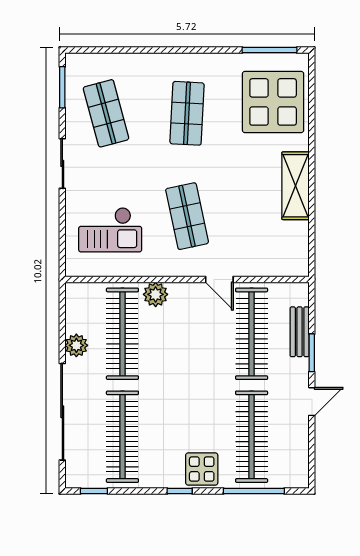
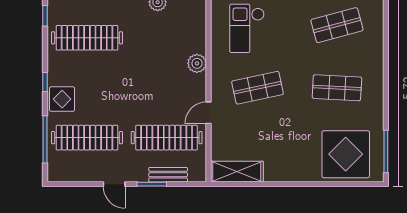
shelving: (296, 186) -> (237, 172), moved
clothes rail: (122, 334) -> (167, 38), removed

